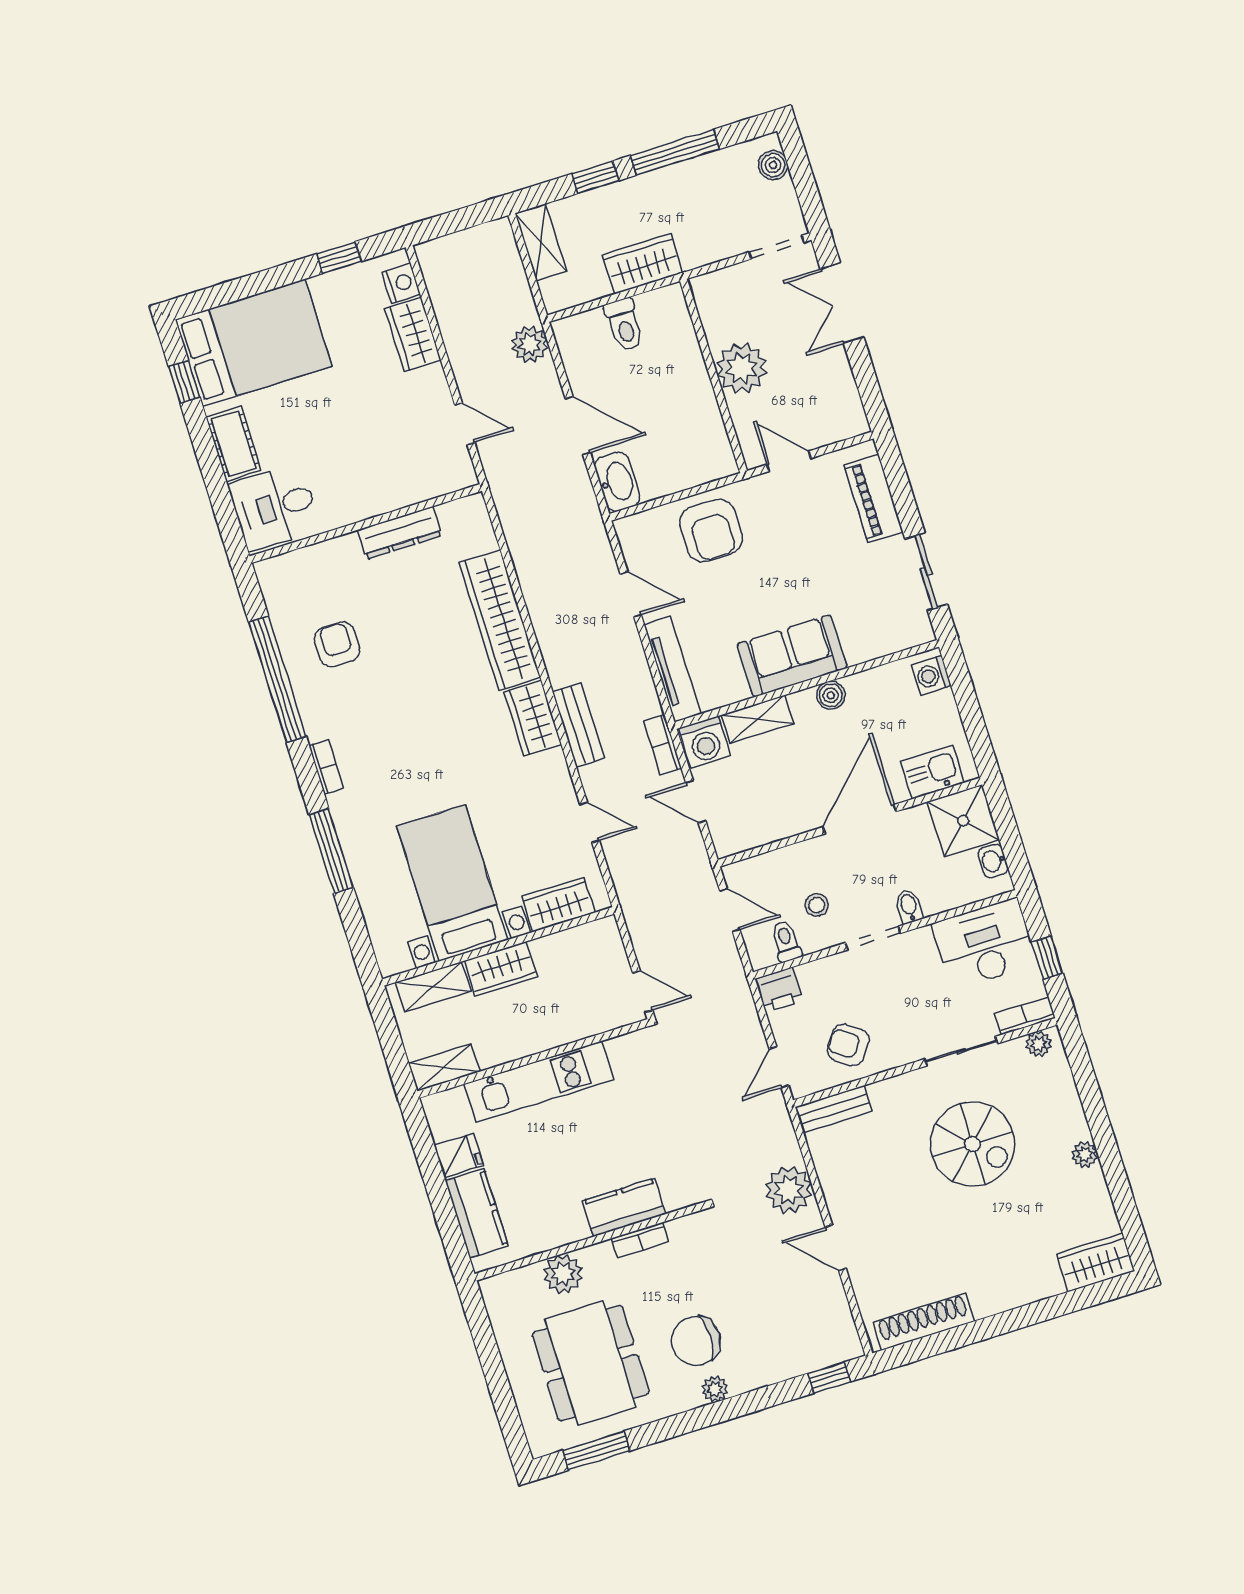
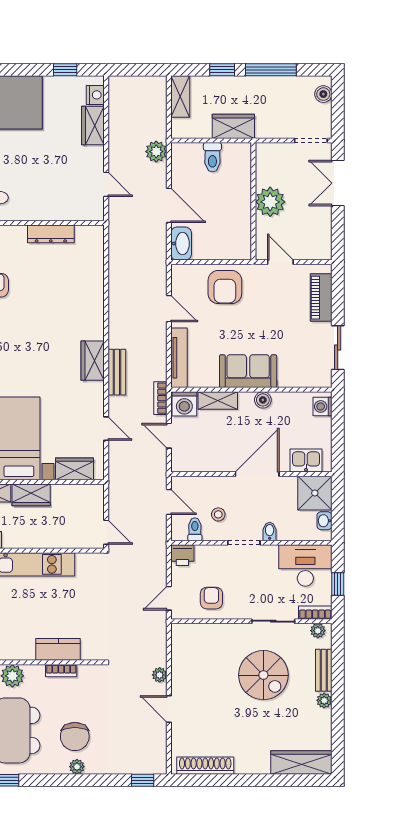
wardrobe: (500, 620) -> (91, 300), removed
armchair: (848, 1045) -> (211, 598), turned 54
bench: (833, 1109) -> (324, 670), moved, turned 90
plant: (789, 1190) -> (160, 675), width x0.53, depth x0.53
wardrobe: (1096, 1262) -> (301, 762), width x1.50
chair: (696, 1341) -> (75, 736), turned -90

